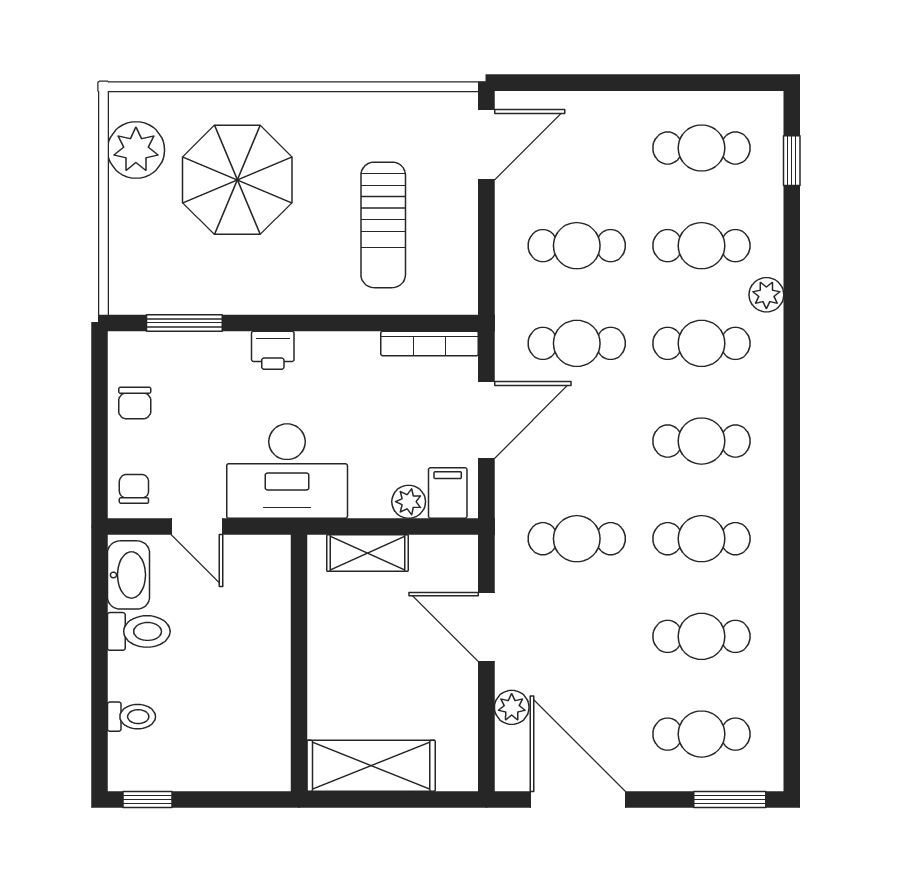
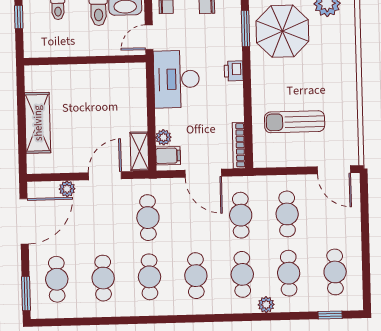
parasol: (237, 180) -> (282, 31), moved
shelving: (367, 553) -> (139, 151), moved
wall: (299, 663) -> (85, 60), moved

